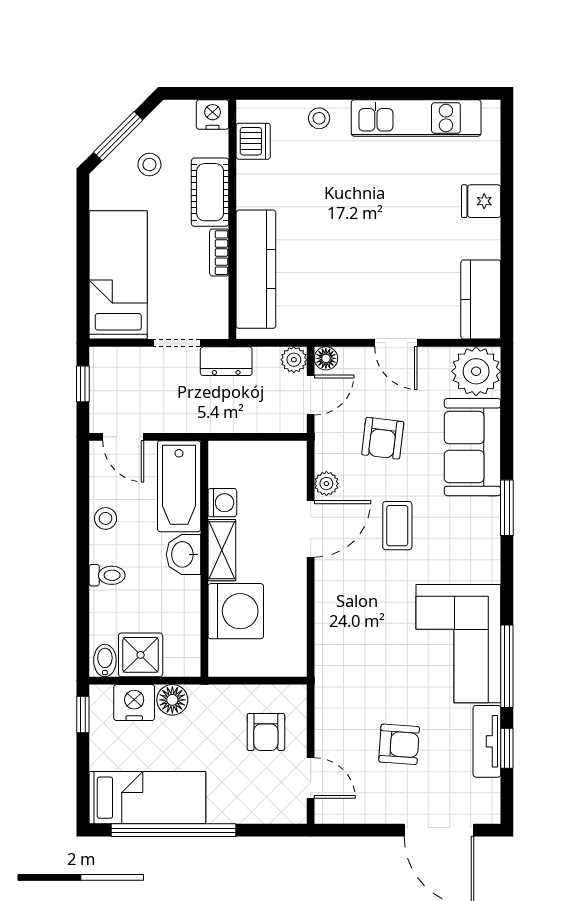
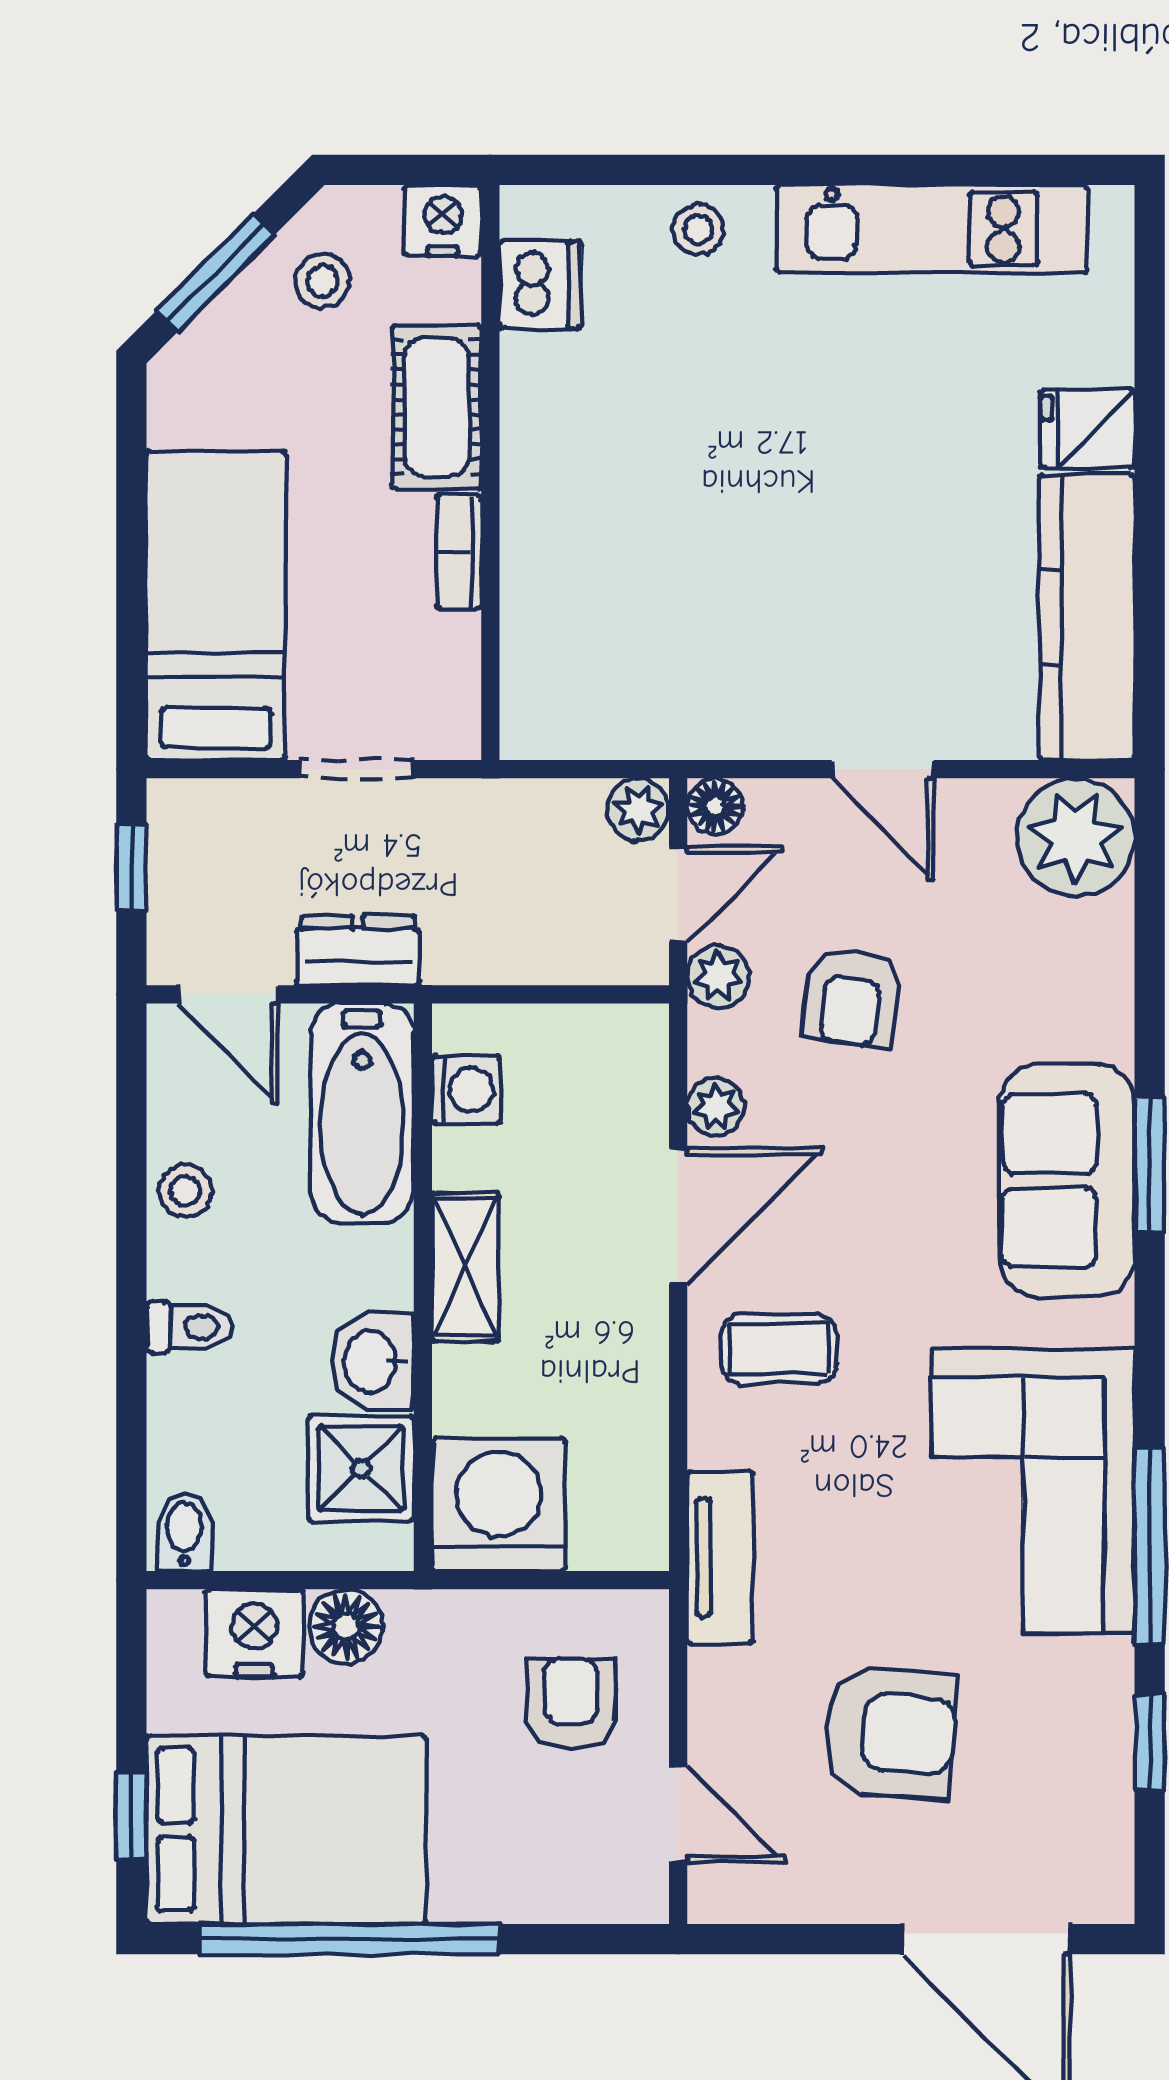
stool: (149, 165) -> (322, 281), moved
kitchen counter: (256, 269) -> (547, 592), removed
kitchen counter: (481, 300) -> (1087, 617), width x1.50
dresser: (226, 361) -> (358, 951), moved, turned 180
plant: (327, 429) -> (718, 977), added
sofa: (473, 447) -> (1067, 1181), moved
washing machine: (222, 503) -> (466, 1090), moved
coffee table: (397, 526) -> (779, 1349), moved, turned 90
washbasin: (183, 554) -> (373, 1361), moved
washing machine: (236, 611) -> (499, 1505), moved, turned -90
shower: (141, 655) -> (361, 1469), moved
window: (83, 715) -> (131, 1816), moved
armchair: (266, 732) -> (571, 1703), turned 180
tv unit: (487, 741) -> (720, 1558), moved, turned 180
armchair: (399, 744) -> (891, 1733), width x1.38, depth x1.38
bed: (147, 798) -> (286, 1830), width x1.50

